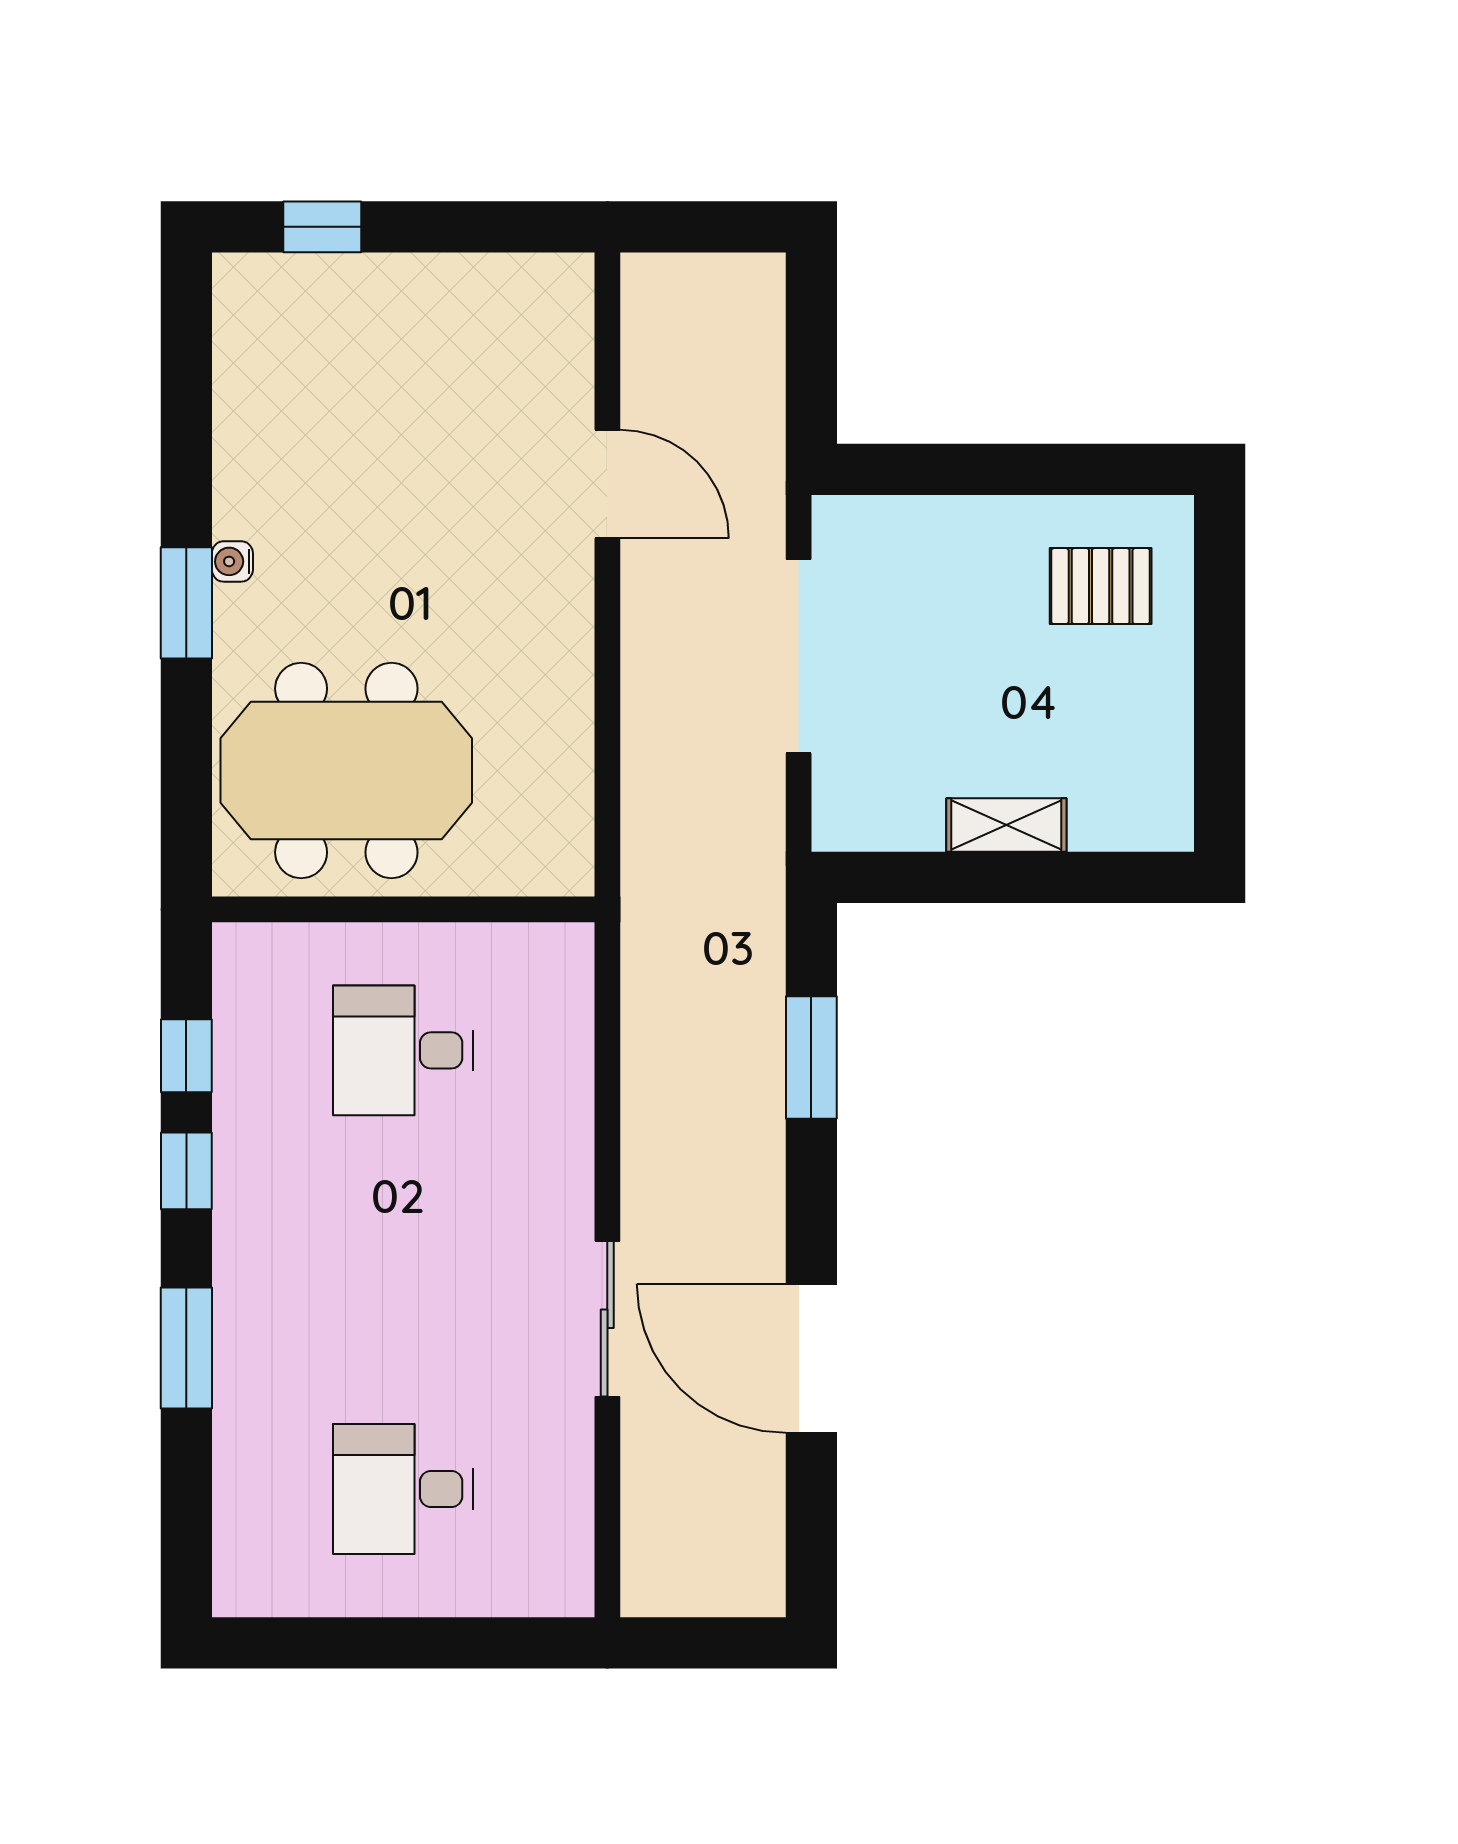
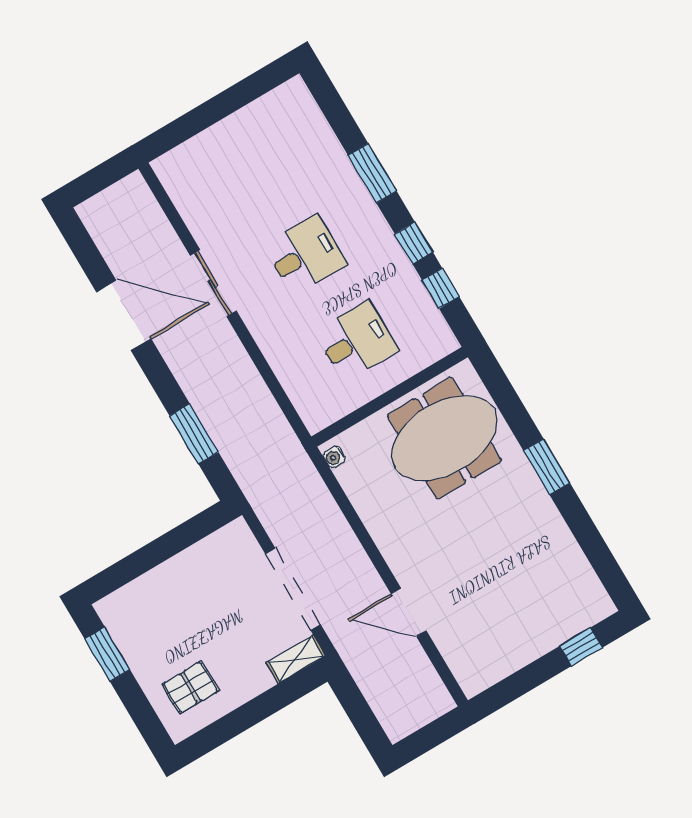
water cooler: (232, 561) -> (334, 457), moved, turned 180
window: (1220, 741) -> (107, 654), added
shelving: (1006, 825) -> (296, 659), moved
desk: (403, 1489) -> (305, 255), moved

